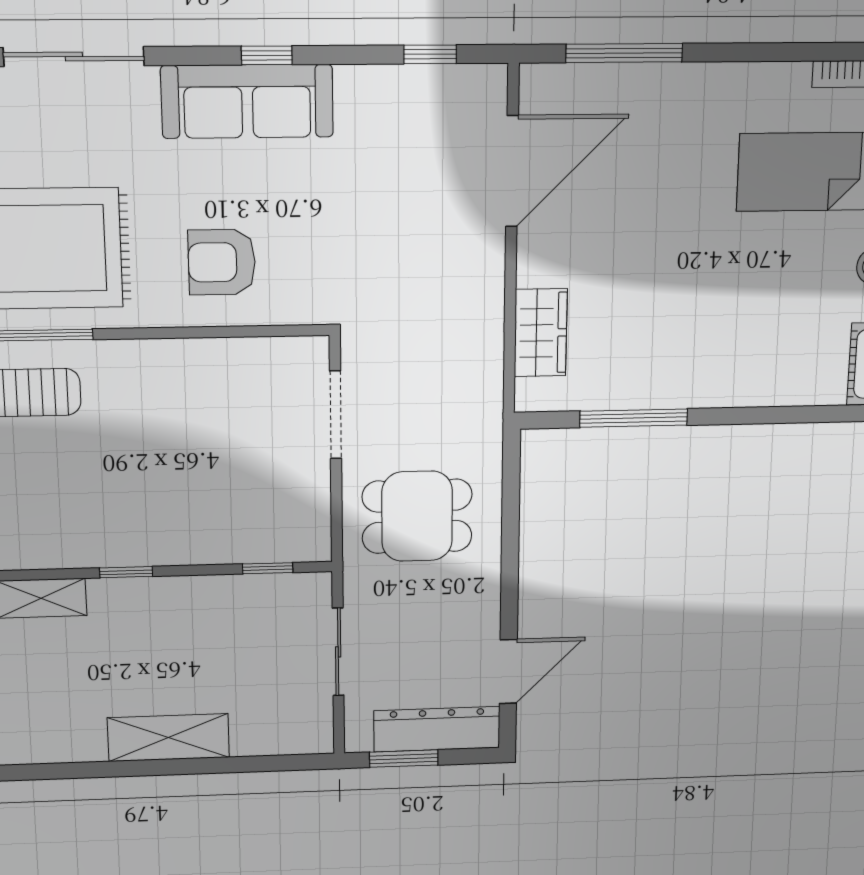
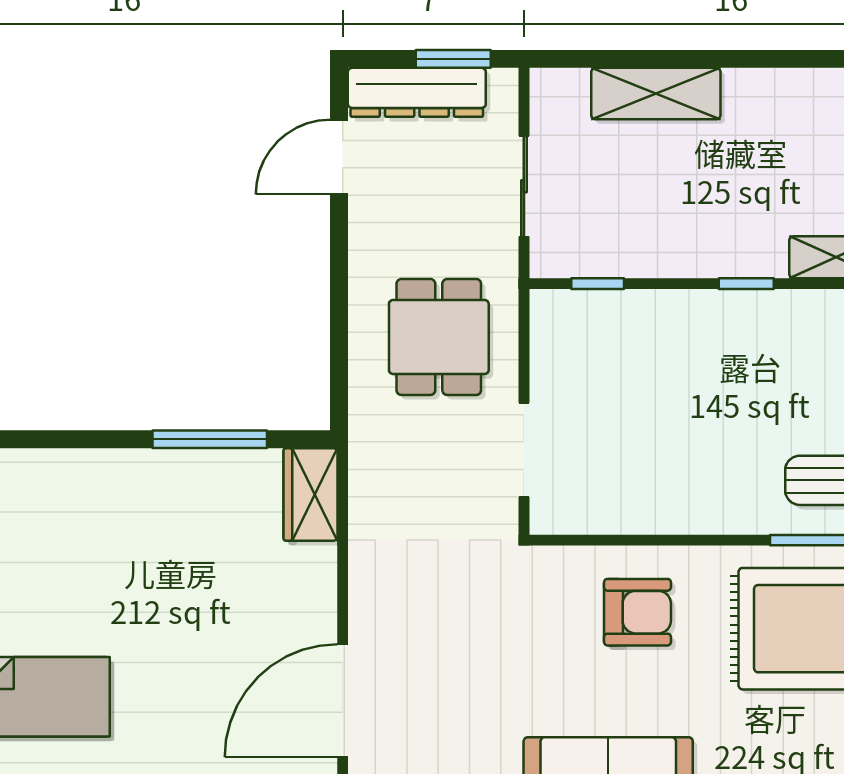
wardrobe: (541, 333) -> (310, 494), moved
dining table: (417, 516) -> (439, 337), turned 90
shelving: (168, 738) -> (656, 94), moved

